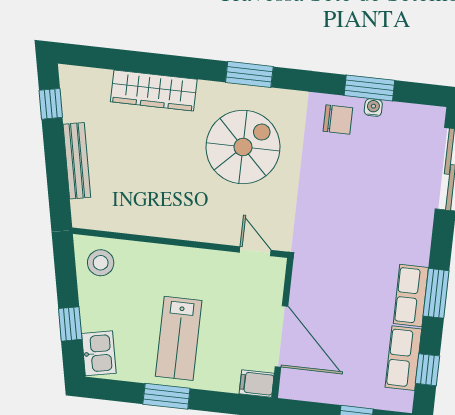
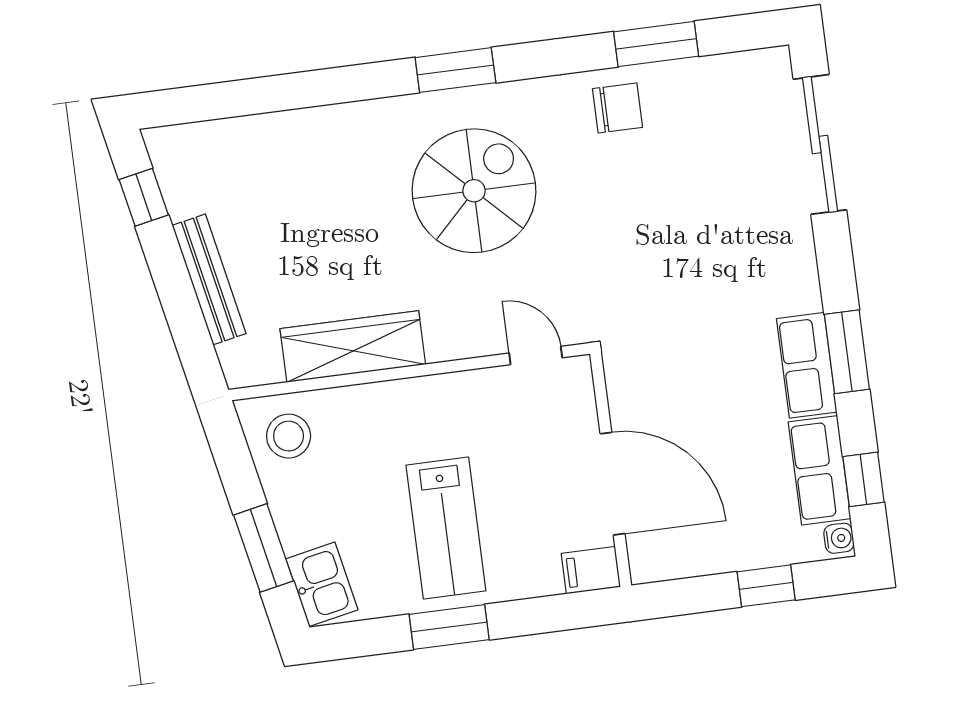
wardrobe: (154, 91) -> (353, 347), moved, turned 180
water cooler: (373, 108) -> (839, 538), moved, turned 90
window: (70, 324) -> (263, 548), width x1.50

